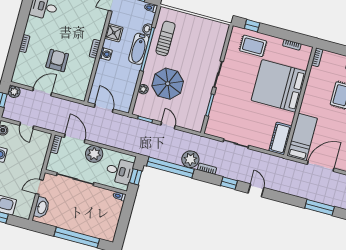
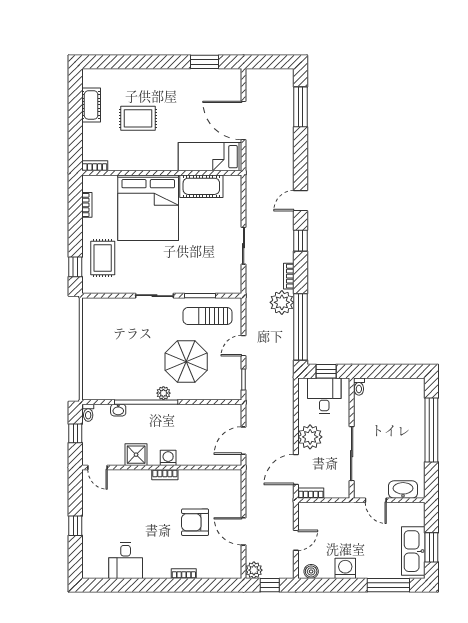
sun lounger: (166, 38) -> (208, 316), moved
bathtub: (139, 49) -> (149, 414), removed
plant: (143, 89) -> (163, 393), moved
cot: (280, 138) -> (201, 186), moved

